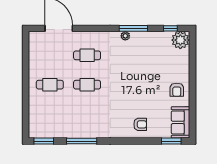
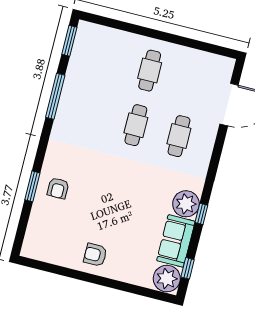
window: (133, 28) -> (201, 214), width x0.46
plant: (125, 36) -> (186, 204), width x1.88, depth x1.88
sofa: (180, 122) -> (176, 241), moved, turned -90
window: (171, 141) -> (32, 186), moved

